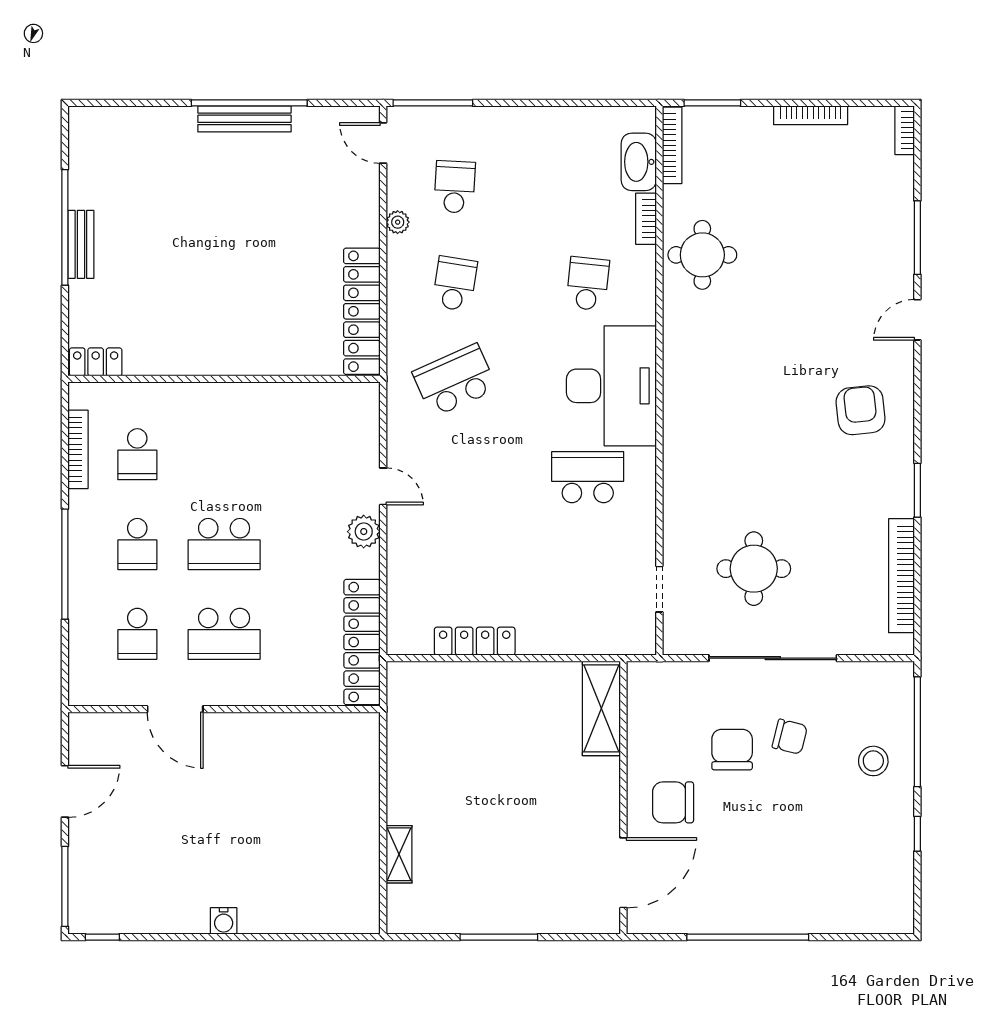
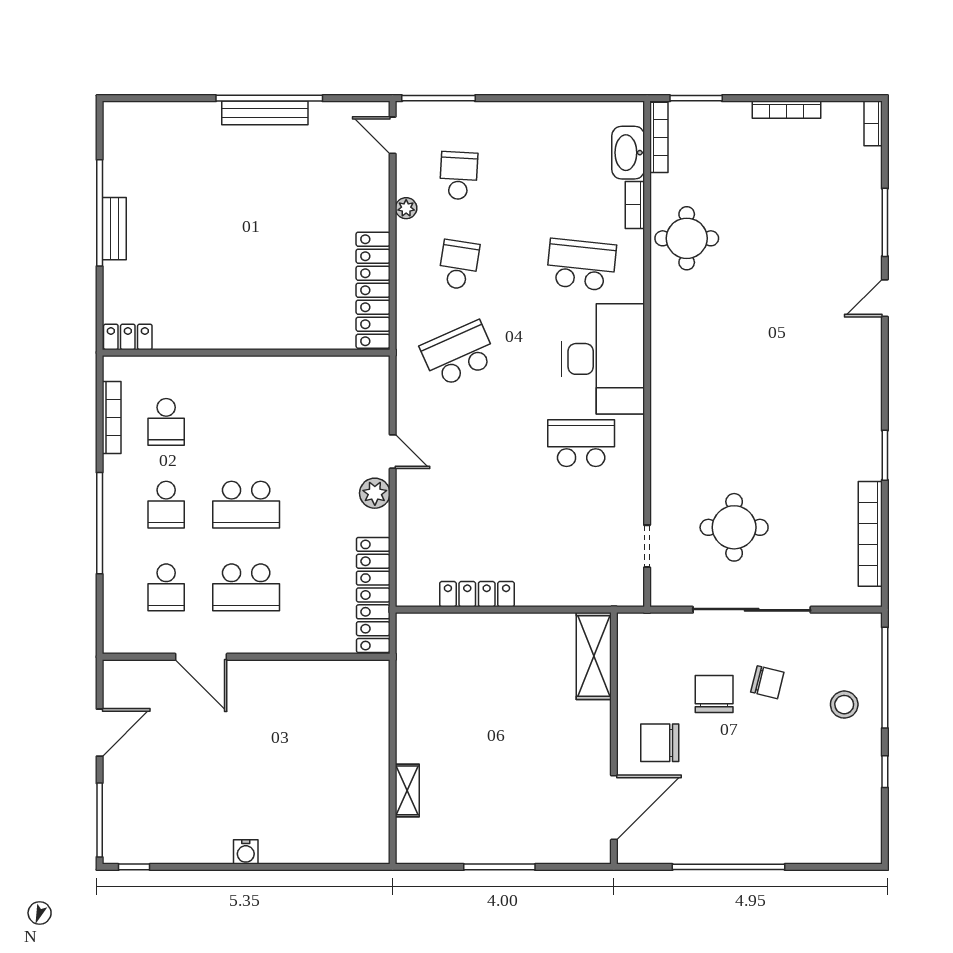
school desk: (588, 284) -> (581, 265), width x1.85
armchair: (861, 410) -> (833, 381), removed

